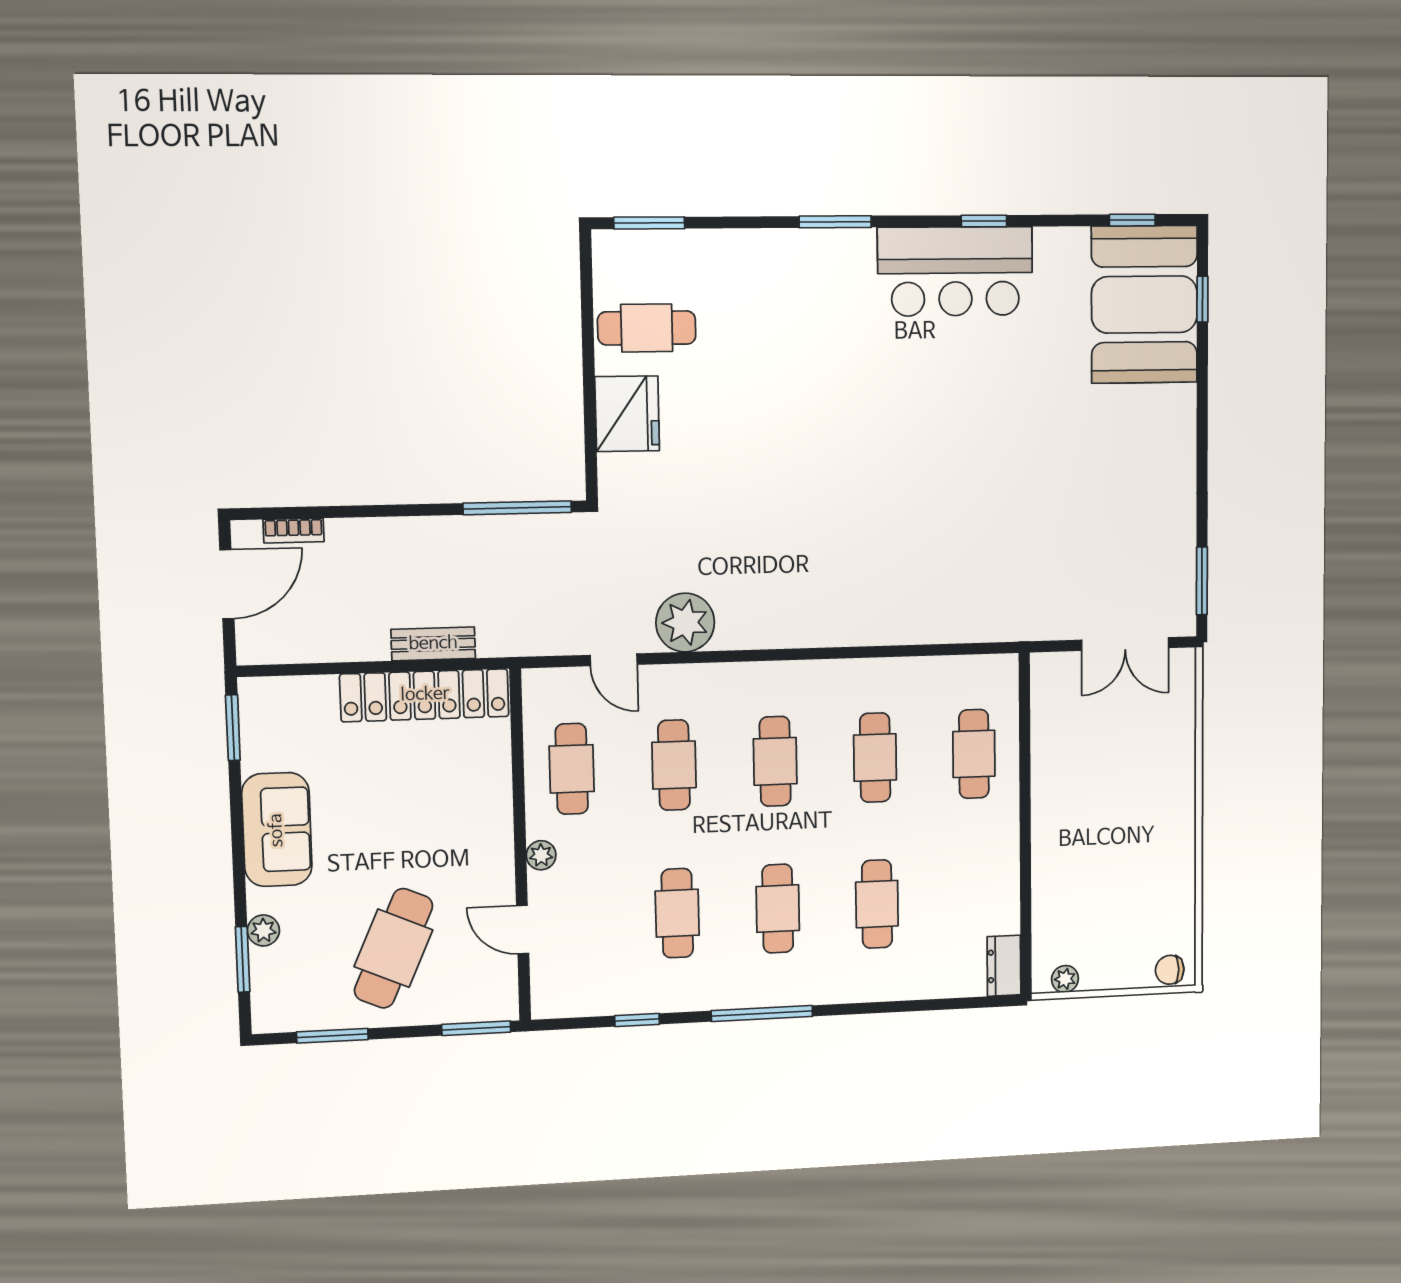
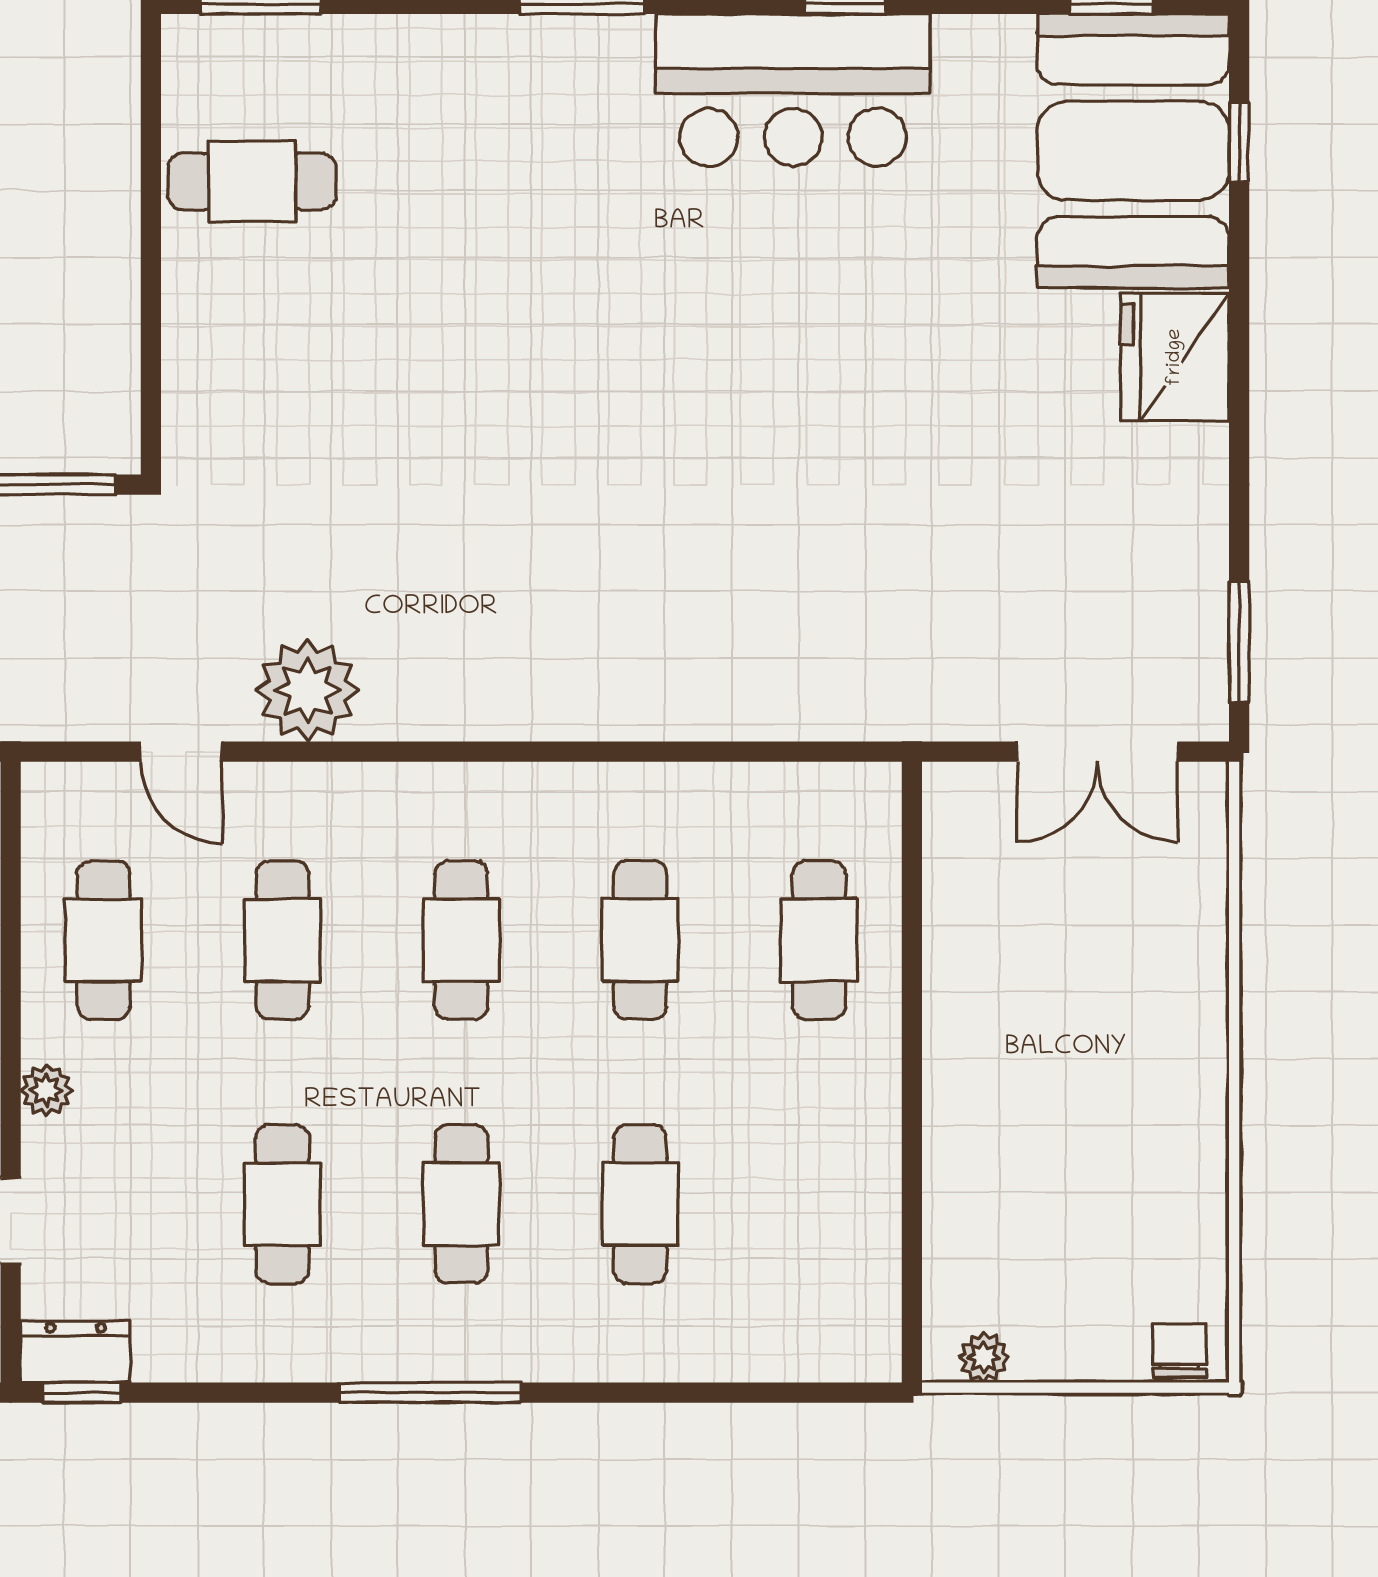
fridge: (627, 414) -> (1175, 357), moved, turned 180
dresser: (1004, 966) -> (75, 1352), moved, turned 90
chair: (1170, 970) -> (1180, 1350), turned 90
window: (637, 1020) -> (81, 1393), moved

